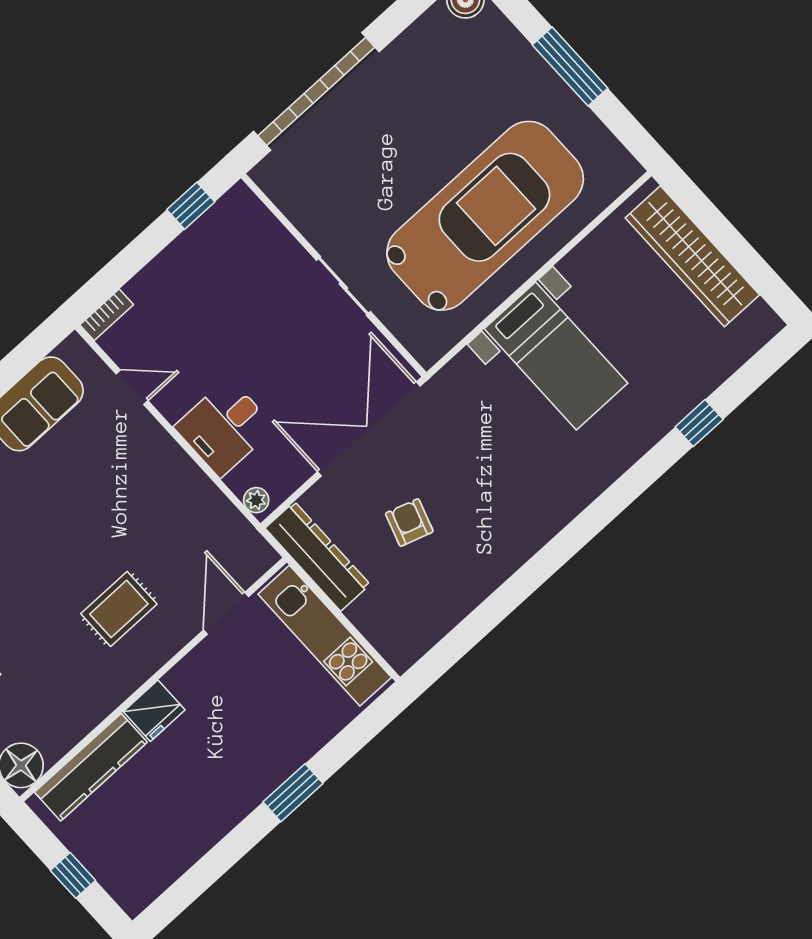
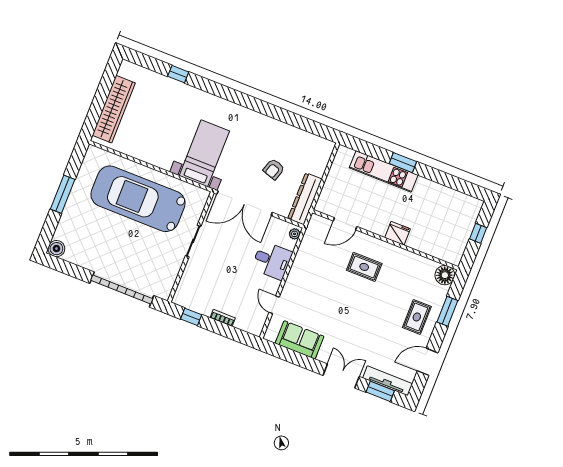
bookcase: (107, 315) -> (223, 318), moved
bed with nightstands: (556, 356) -> (204, 153), moved
kitchen unit: (325, 636) -> (384, 171), moved, turned 90
kitchen counter: (91, 767) -> (432, 247), removed

